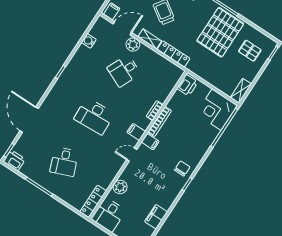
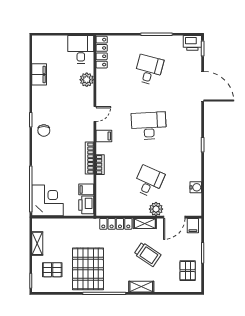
shelving: (241, 91) -> (37, 243), moved
filing cabinet: (150, 142) -> (86, 189), moved
desk: (64, 162) -> (149, 70), turned 36

